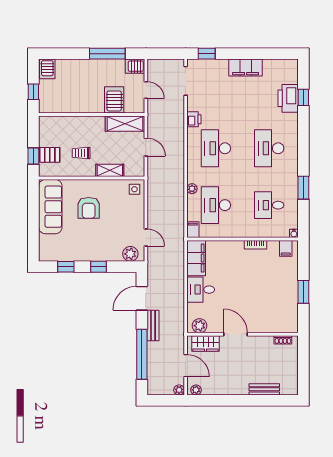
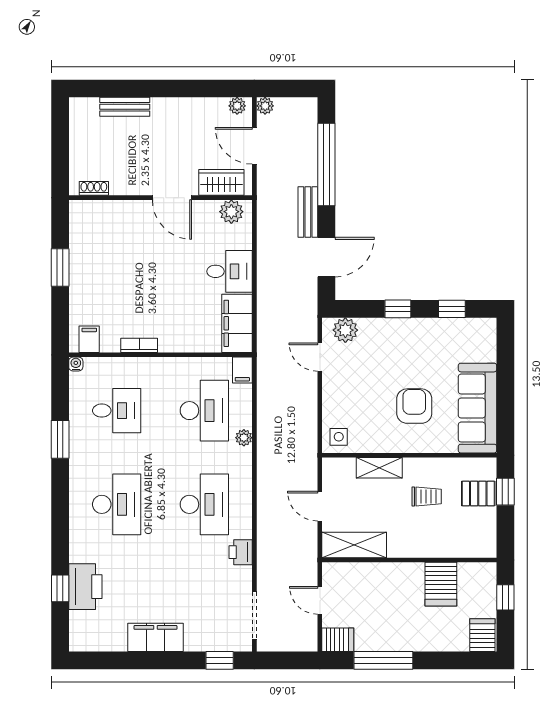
server rack: (114, 100) -> (441, 584), moved

